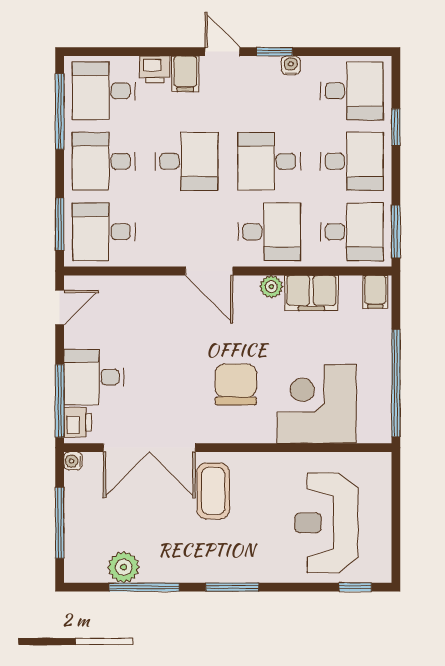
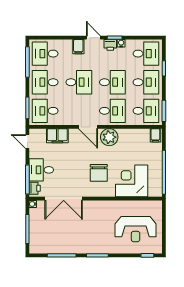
printer: (155, 69) -> (110, 45), moved
desk: (269, 161) -> (112, 82), turned 180
plant: (271, 287) -> (109, 137), width x1.88, depth x1.88
filing cabinet: (311, 293) -> (57, 136), moved
door: (60, 307) -> (27, 142), swing flipped
chair: (236, 384) -> (99, 173), turned 180
coffee table: (213, 491) -> (90, 216), removed
reception desk: (326, 523) -> (136, 229), turned -90
plant: (124, 567) -> (53, 247), removed

